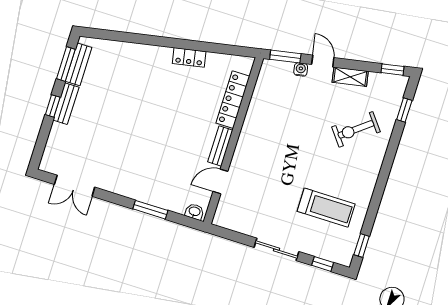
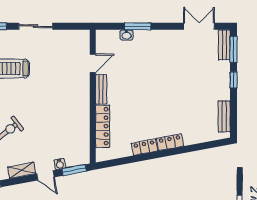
locker: (156, 54) -> (170, 142), added
window: (66, 64) -> (234, 49), moved
bench: (66, 104) -> (224, 45), moved
washbasin: (194, 212) -> (127, 35), moved

